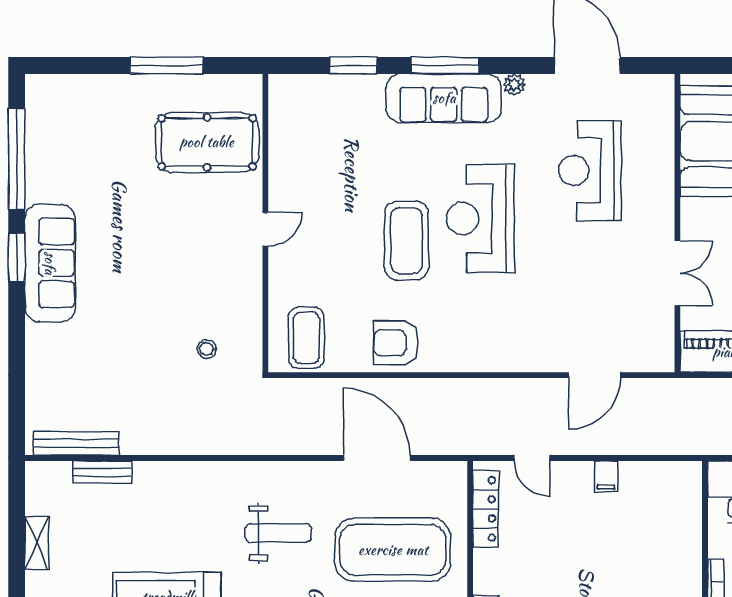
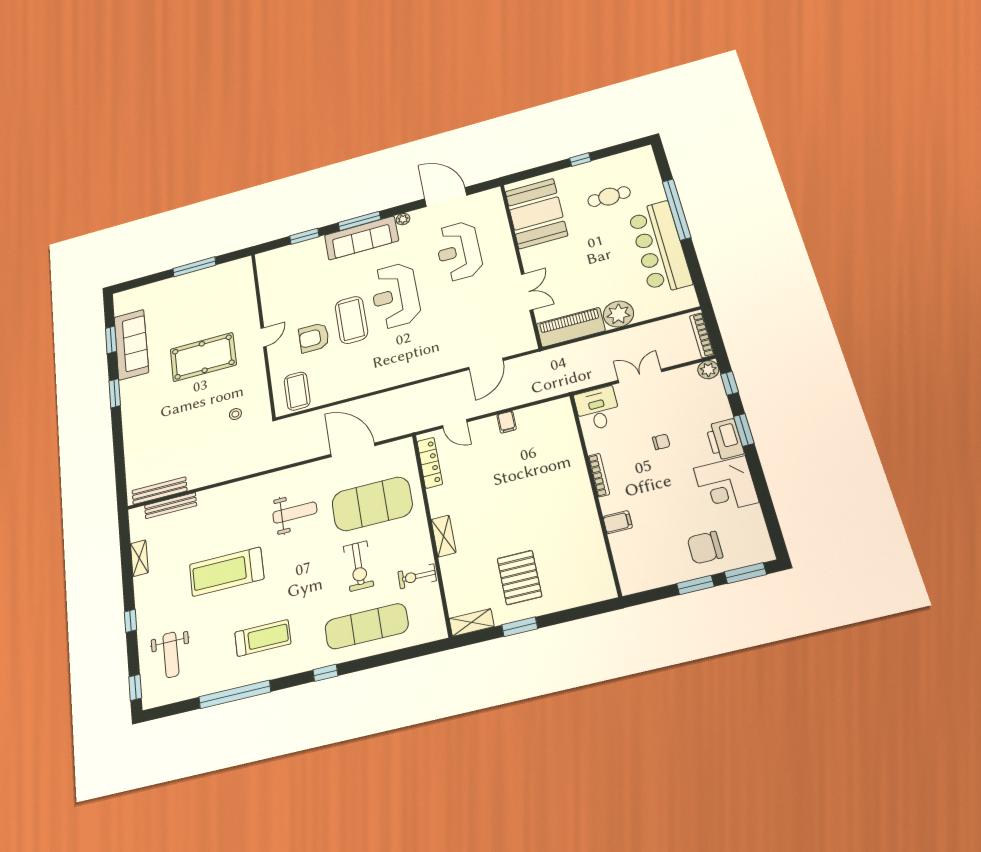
pool table: (207, 142) -> (203, 357), moved
window: (17, 159) -> (111, 340), width x0.47
sofa: (50, 263) -> (131, 345), moved
armchair: (396, 343) -> (314, 338), moved
bench: (102, 472) -> (171, 506), width x1.36

